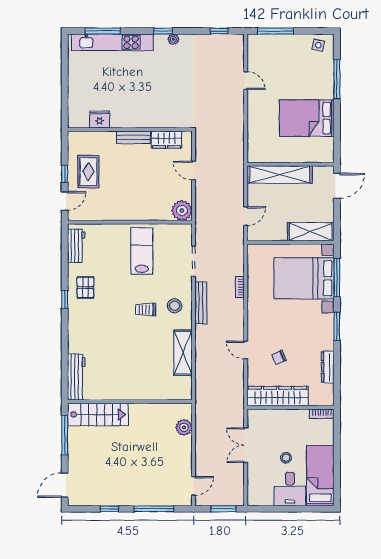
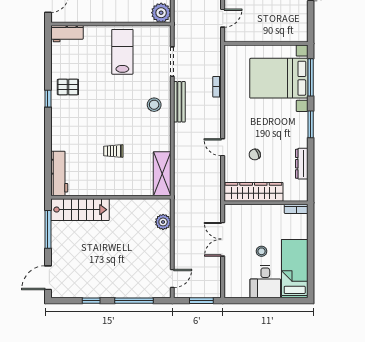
shelving: (311, 232) -> (285, 33), removed
workbench: (76, 246) -> (67, 34), moved, turned 90
pallet: (85, 287) -> (68, 87), turned 90
trolley: (146, 309) -> (113, 151), moved
shelving: (183, 353) -> (162, 174), moved

